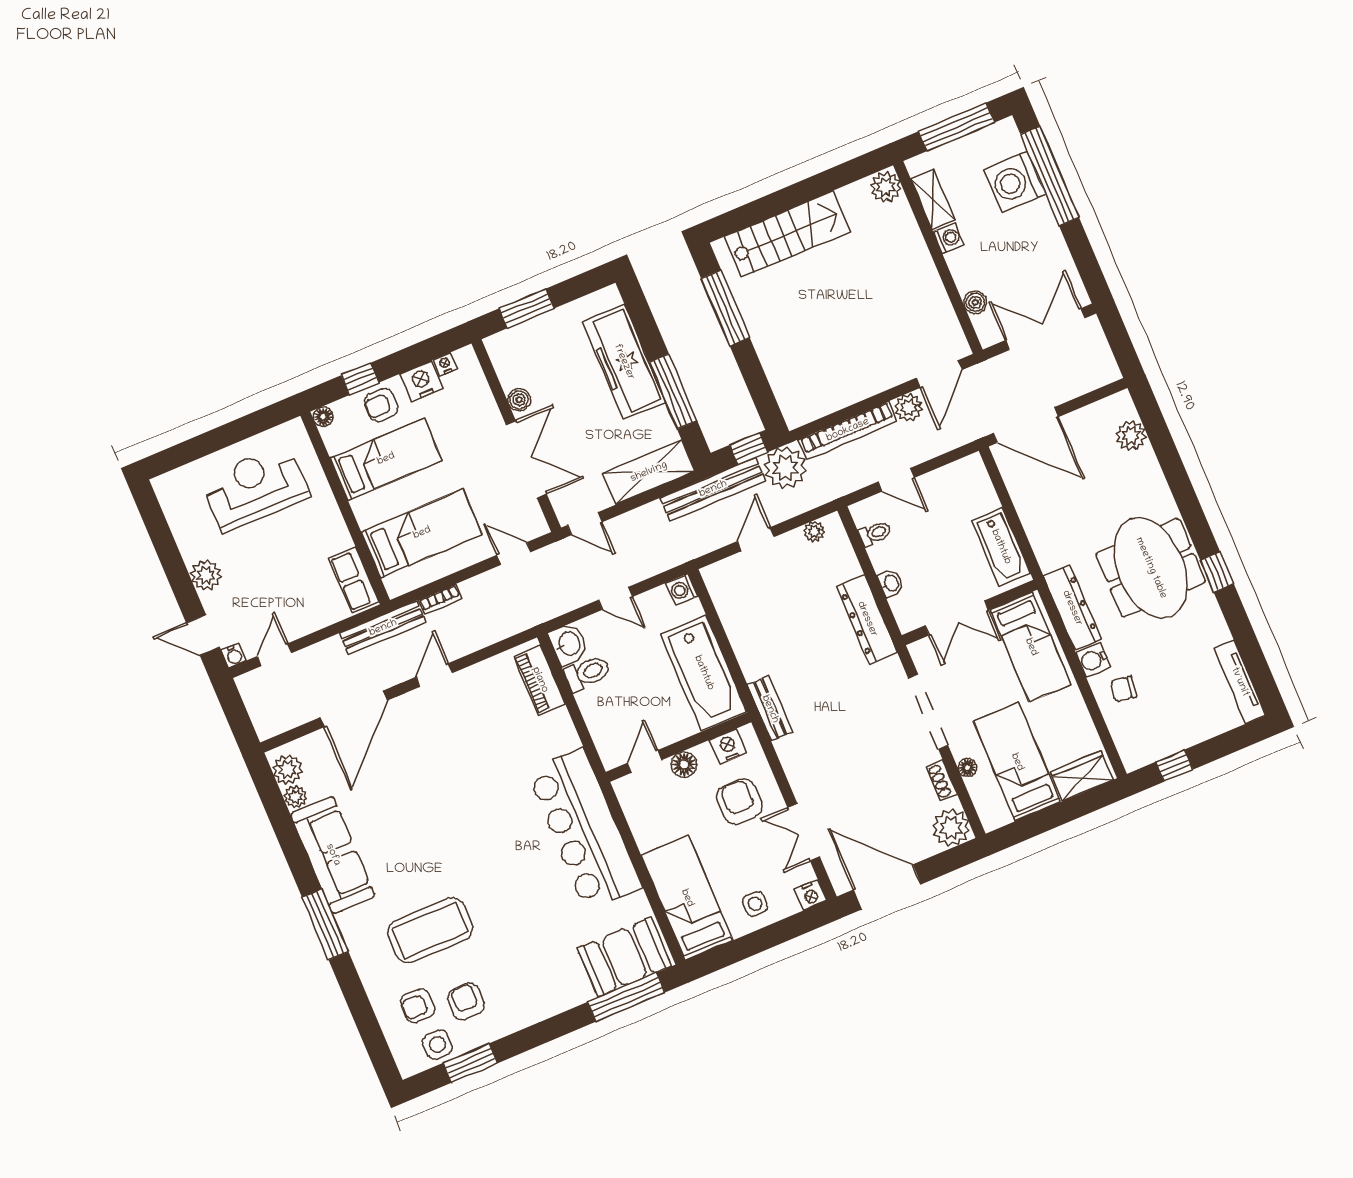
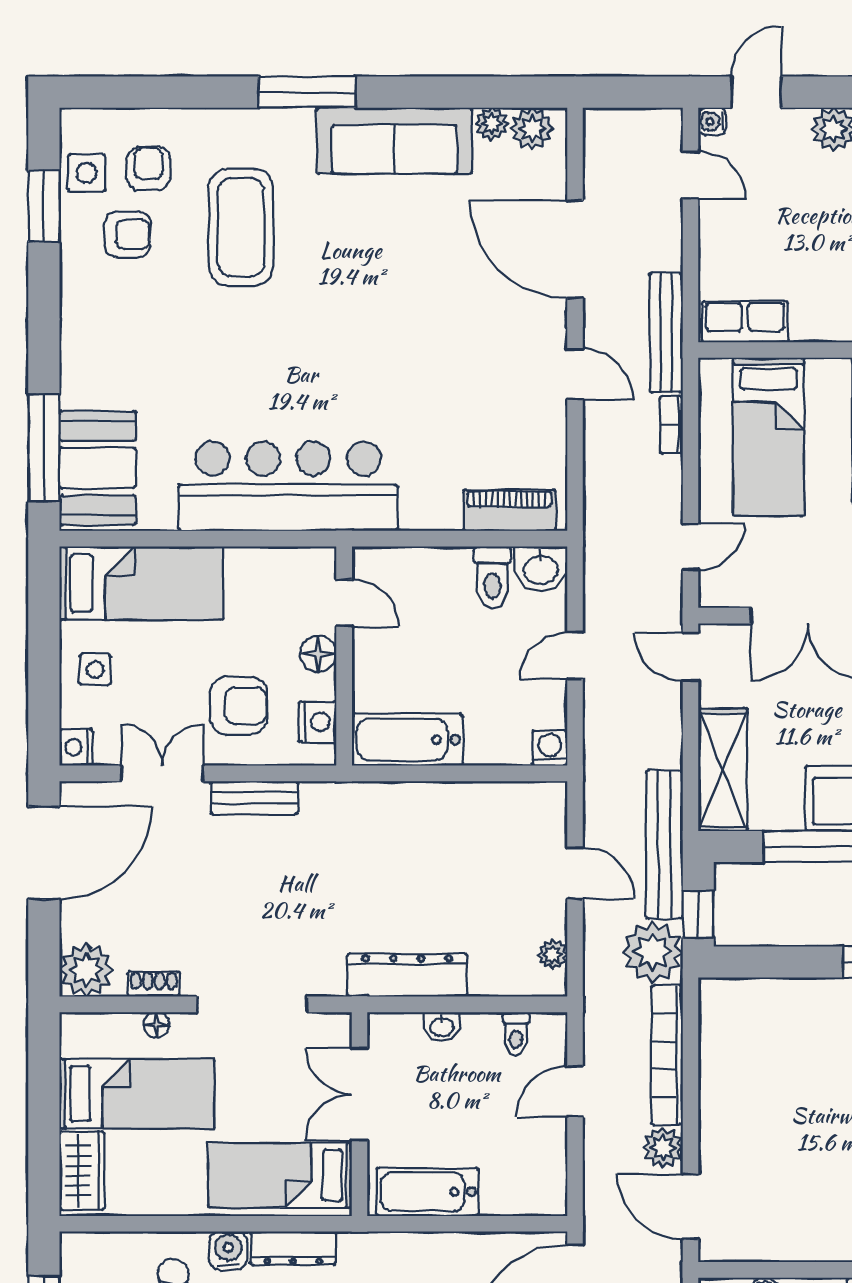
door: (585, 524) -> (691, 657), hinge flipped
dresser: (1072, 608) -> (293, 1248), width x0.73, depth x0.80
bathtub: (704, 673) -> (408, 740), width x0.73, depth x0.73
bench: (770, 709) -> (254, 798), moved

